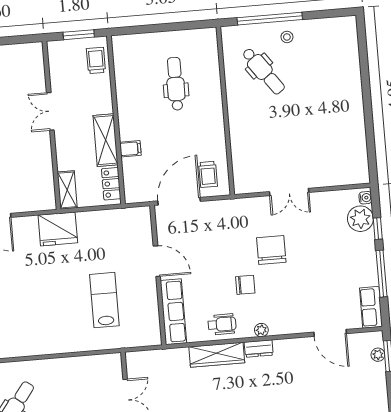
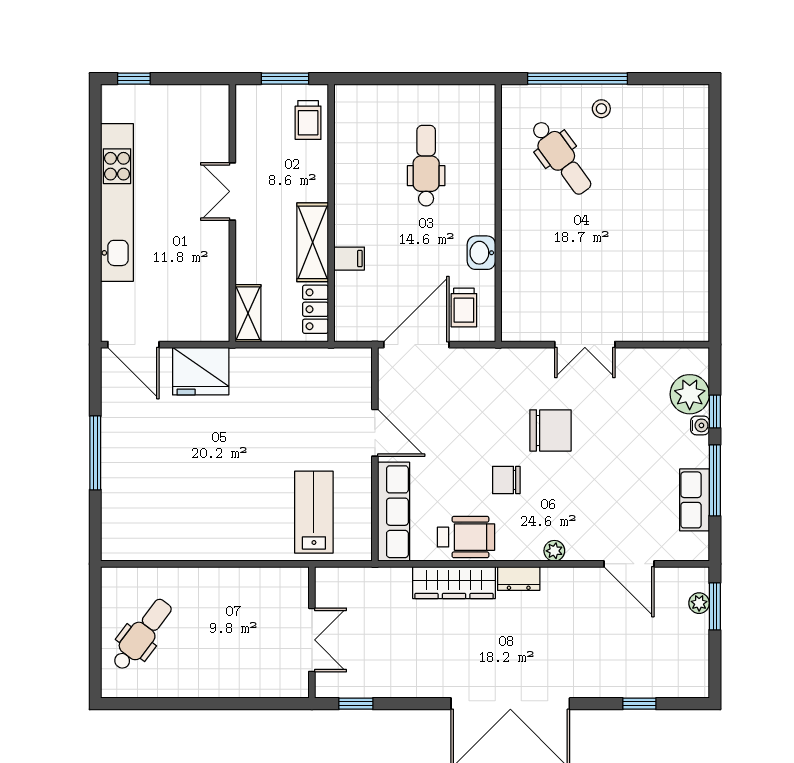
trolley: (96, 60) -> (308, 120), turned 180
washbasin: (216, 138) -> (481, 253), added
water cooler: (365, 198) -> (700, 425), moved
fridge: (58, 229) -> (201, 371), moved
chair: (271, 250) -> (550, 430), turned 90
chair: (245, 285) -> (506, 480), turned 180
lab bench: (104, 300) -> (314, 512), moved
row of seats: (371, 307) -> (695, 500), moved
wheelchair: (222, 324) -> (466, 537), width x1.36, depth x1.37
plant: (261, 330) -> (554, 551), moved

